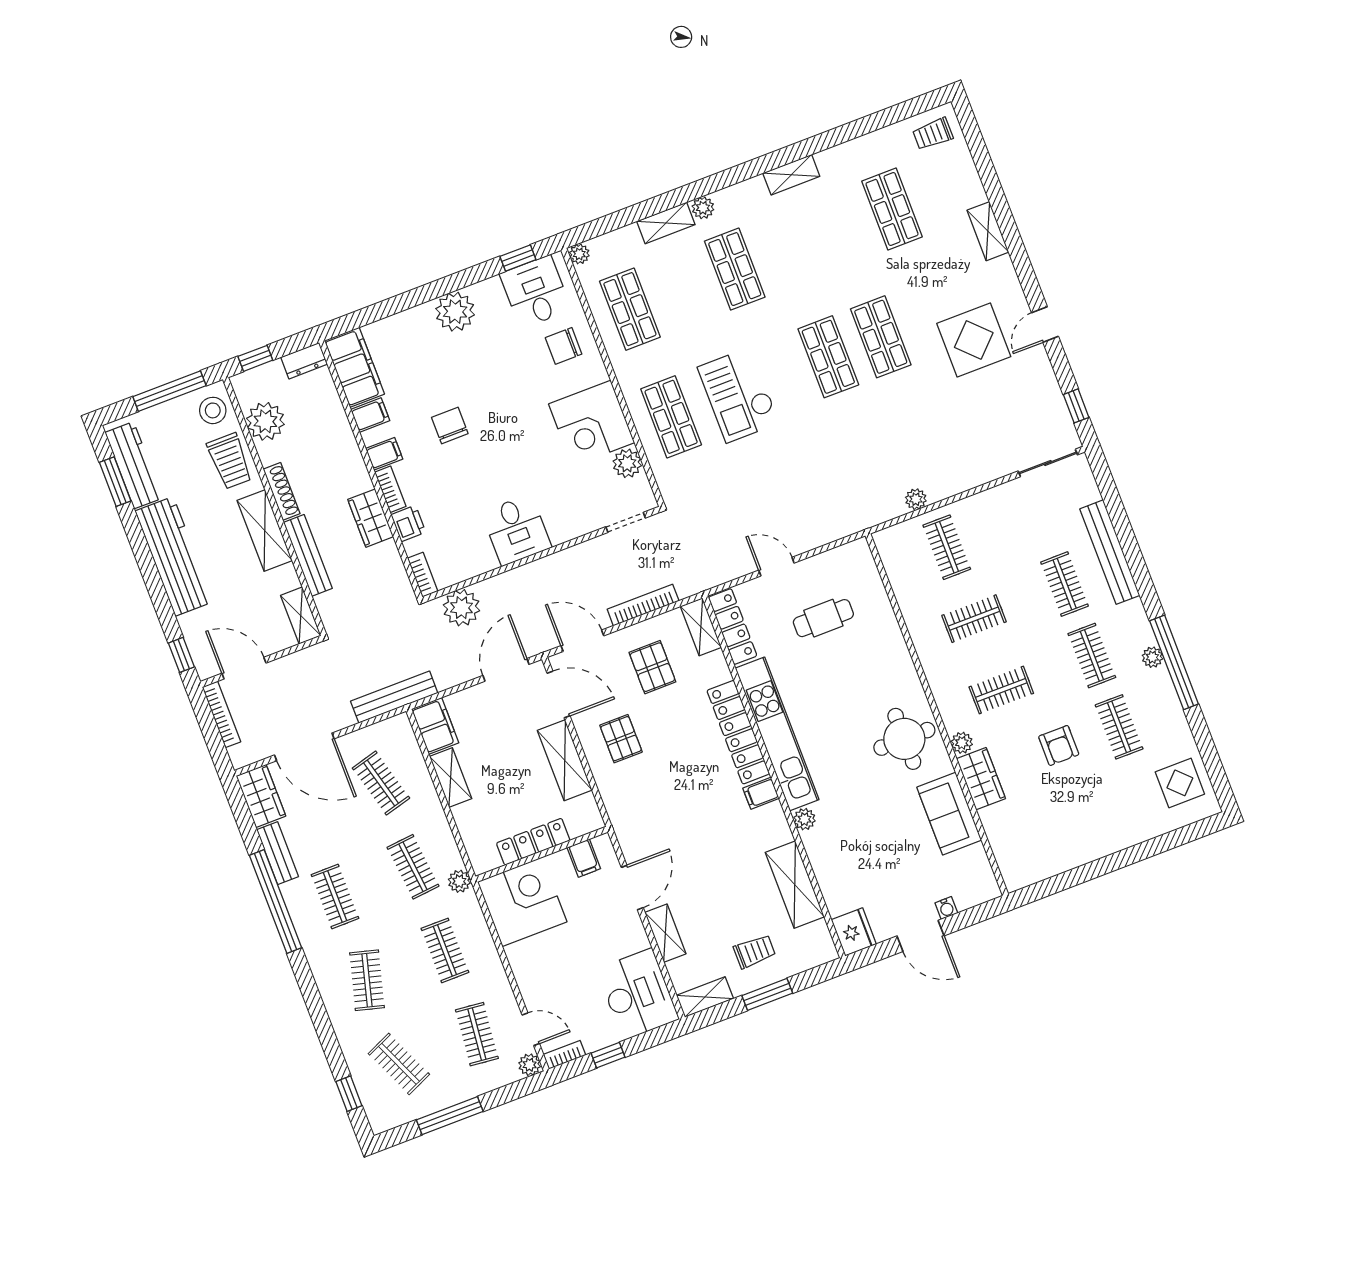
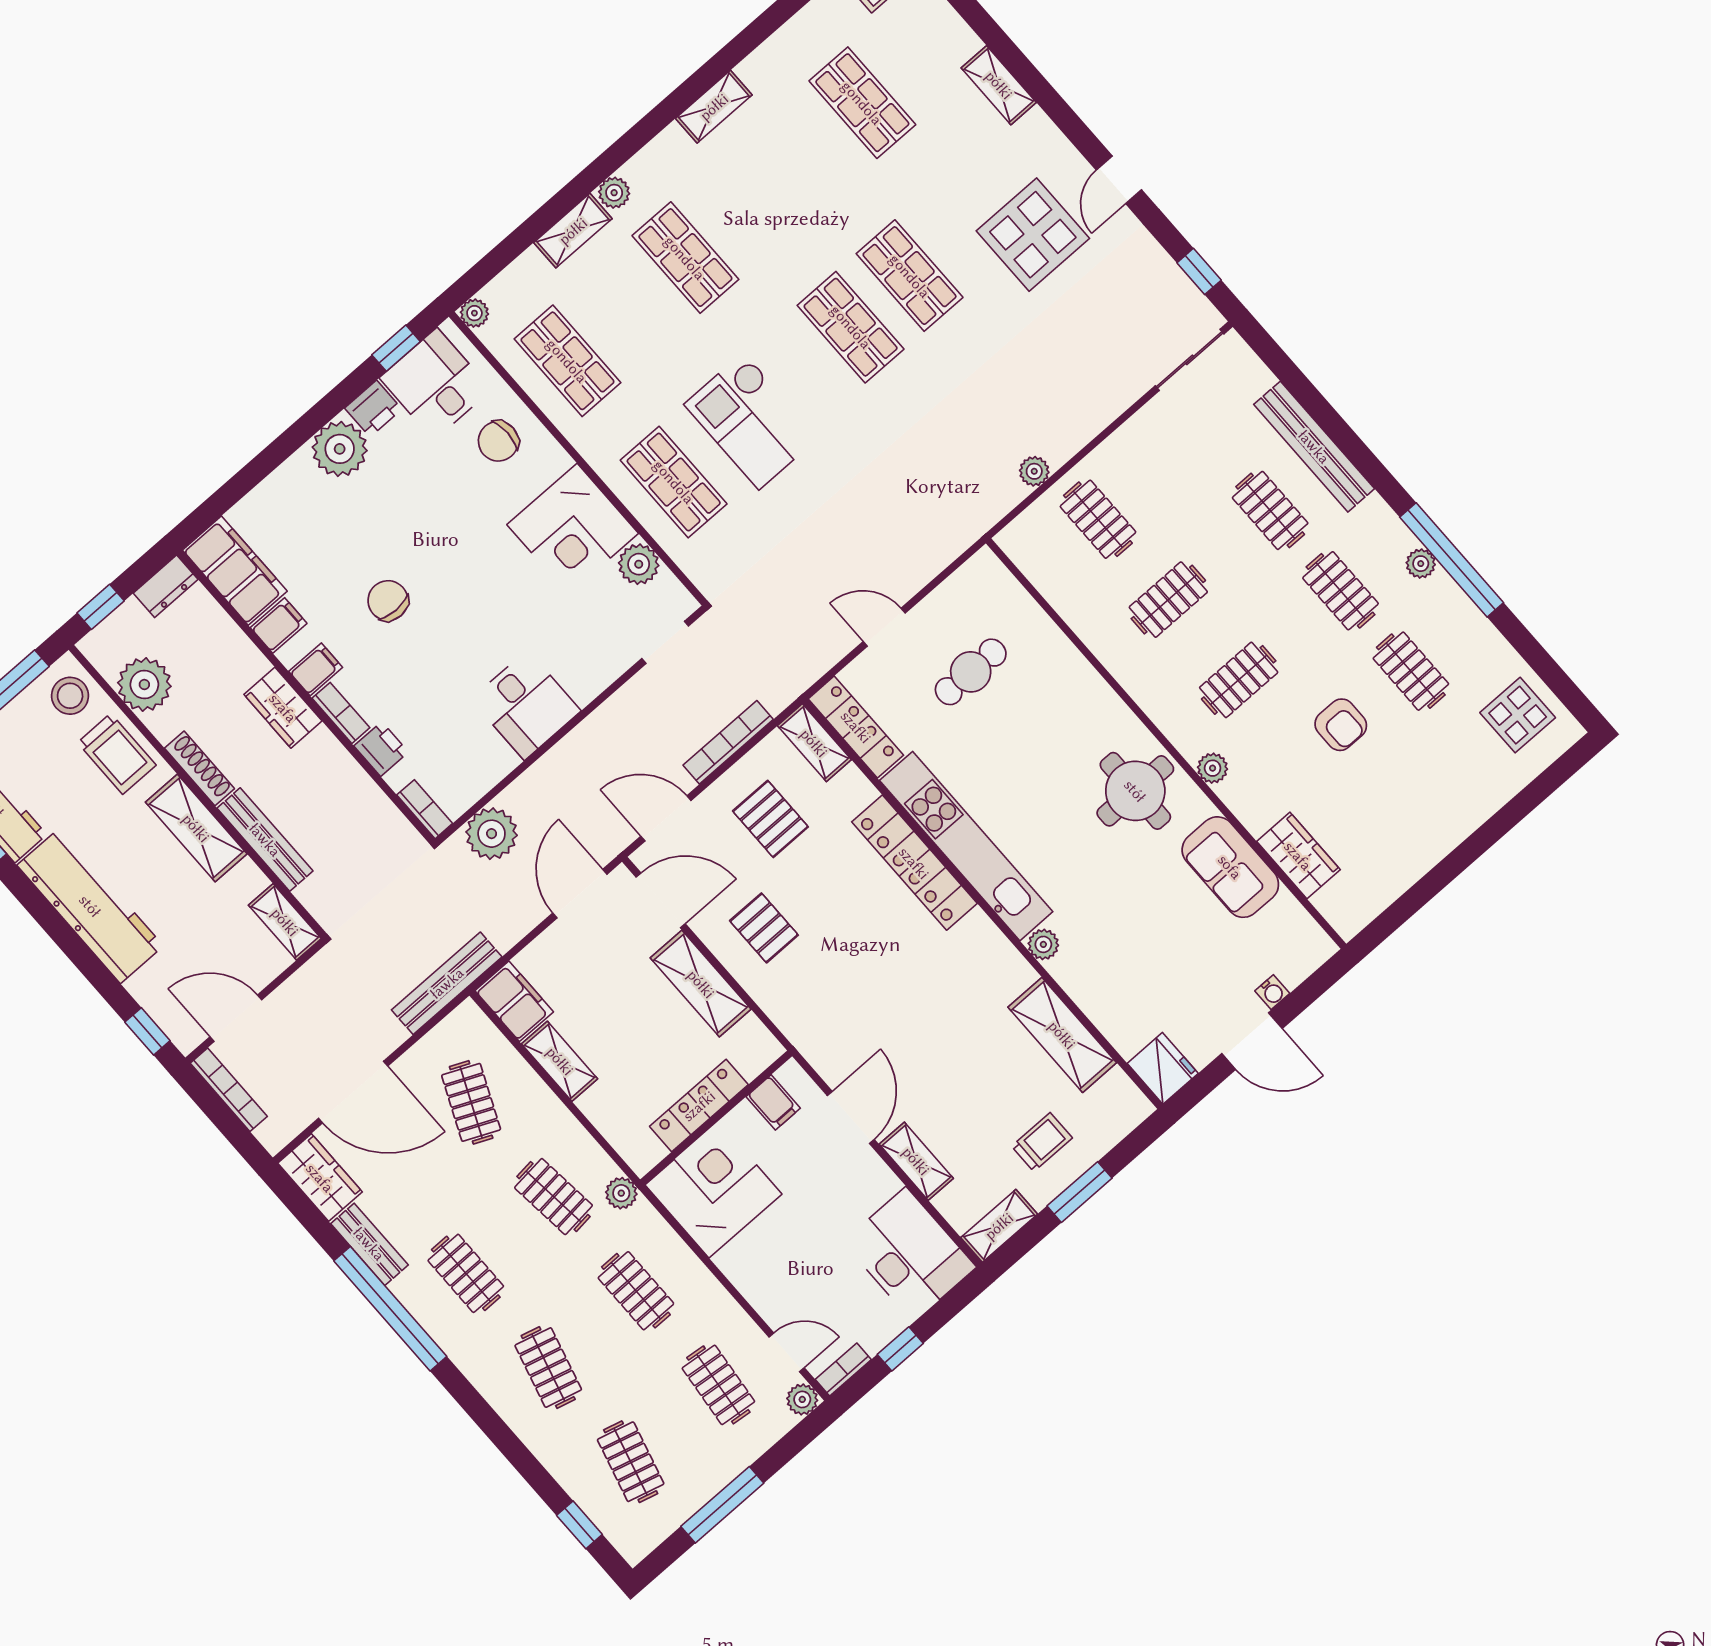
printer: (488, 293) -> (373, 409), added
wardrobe: (371, 518) -> (283, 708), moved
wardrobe: (981, 779) -> (1298, 856), moved
clothes rail: (381, 783) -> (471, 1102), turned 39
filing cabinet: (761, 793) -> (974, 932), removed
clothes rail: (399, 1064) -> (631, 1462), turned 39

